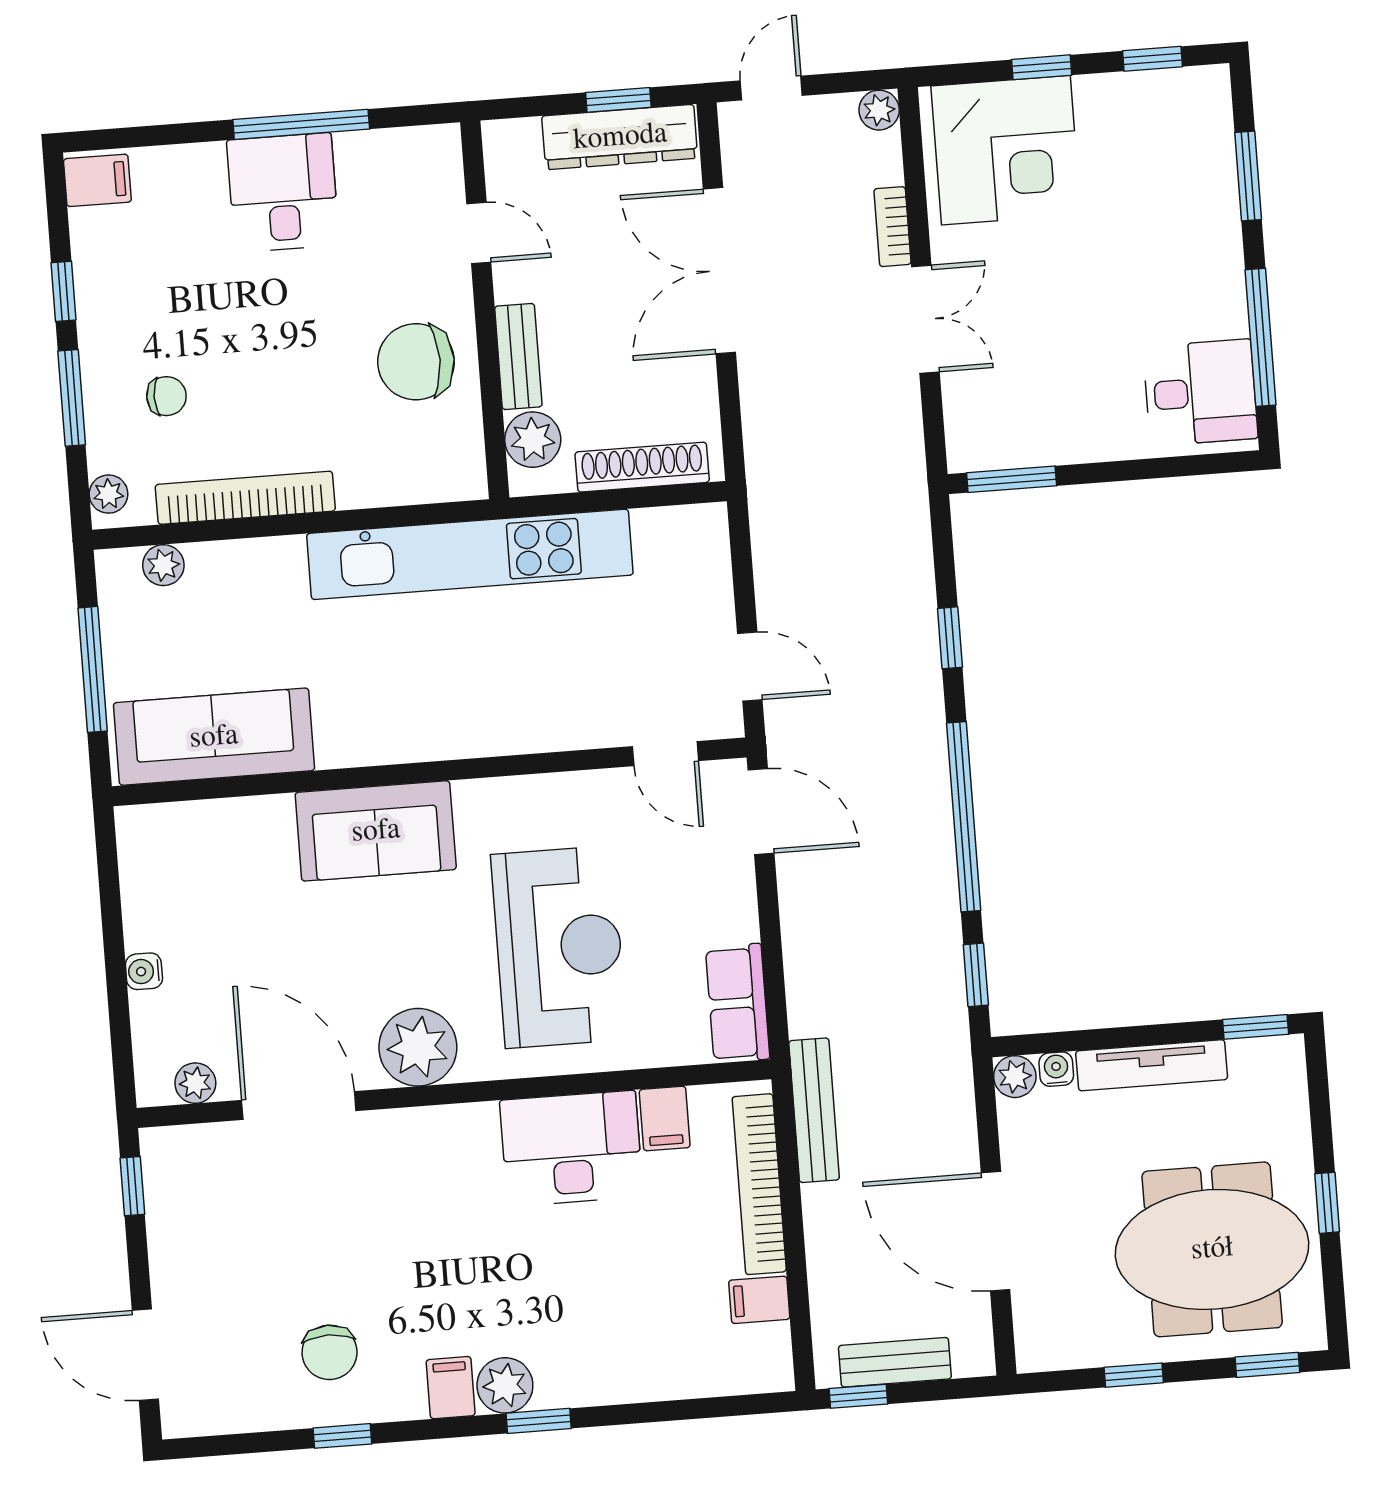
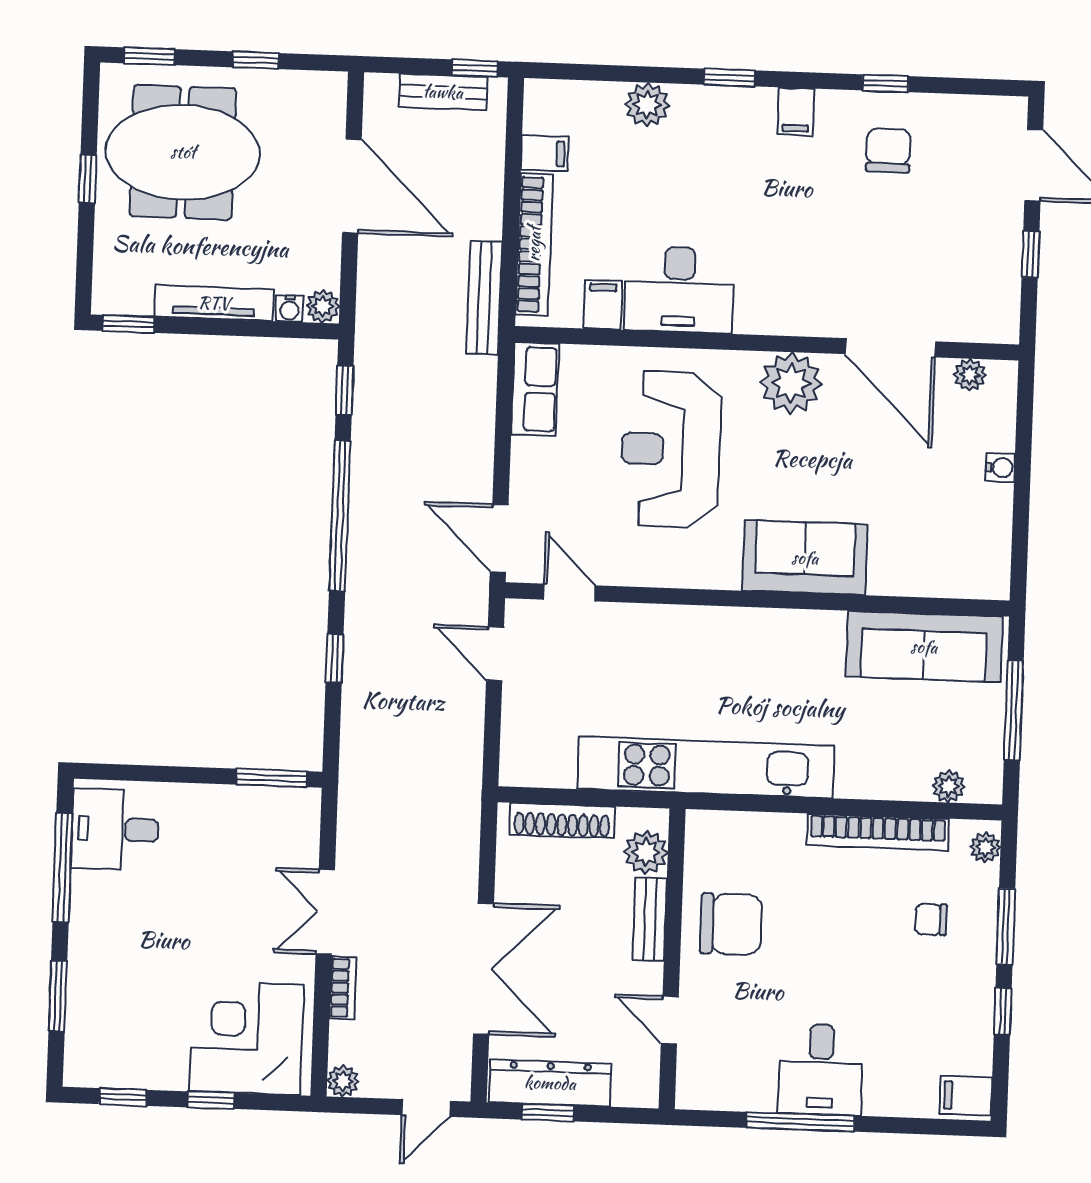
window: (132, 1186) -> (1030, 254), moved
plant: (505, 1385) -> (647, 105), moved

